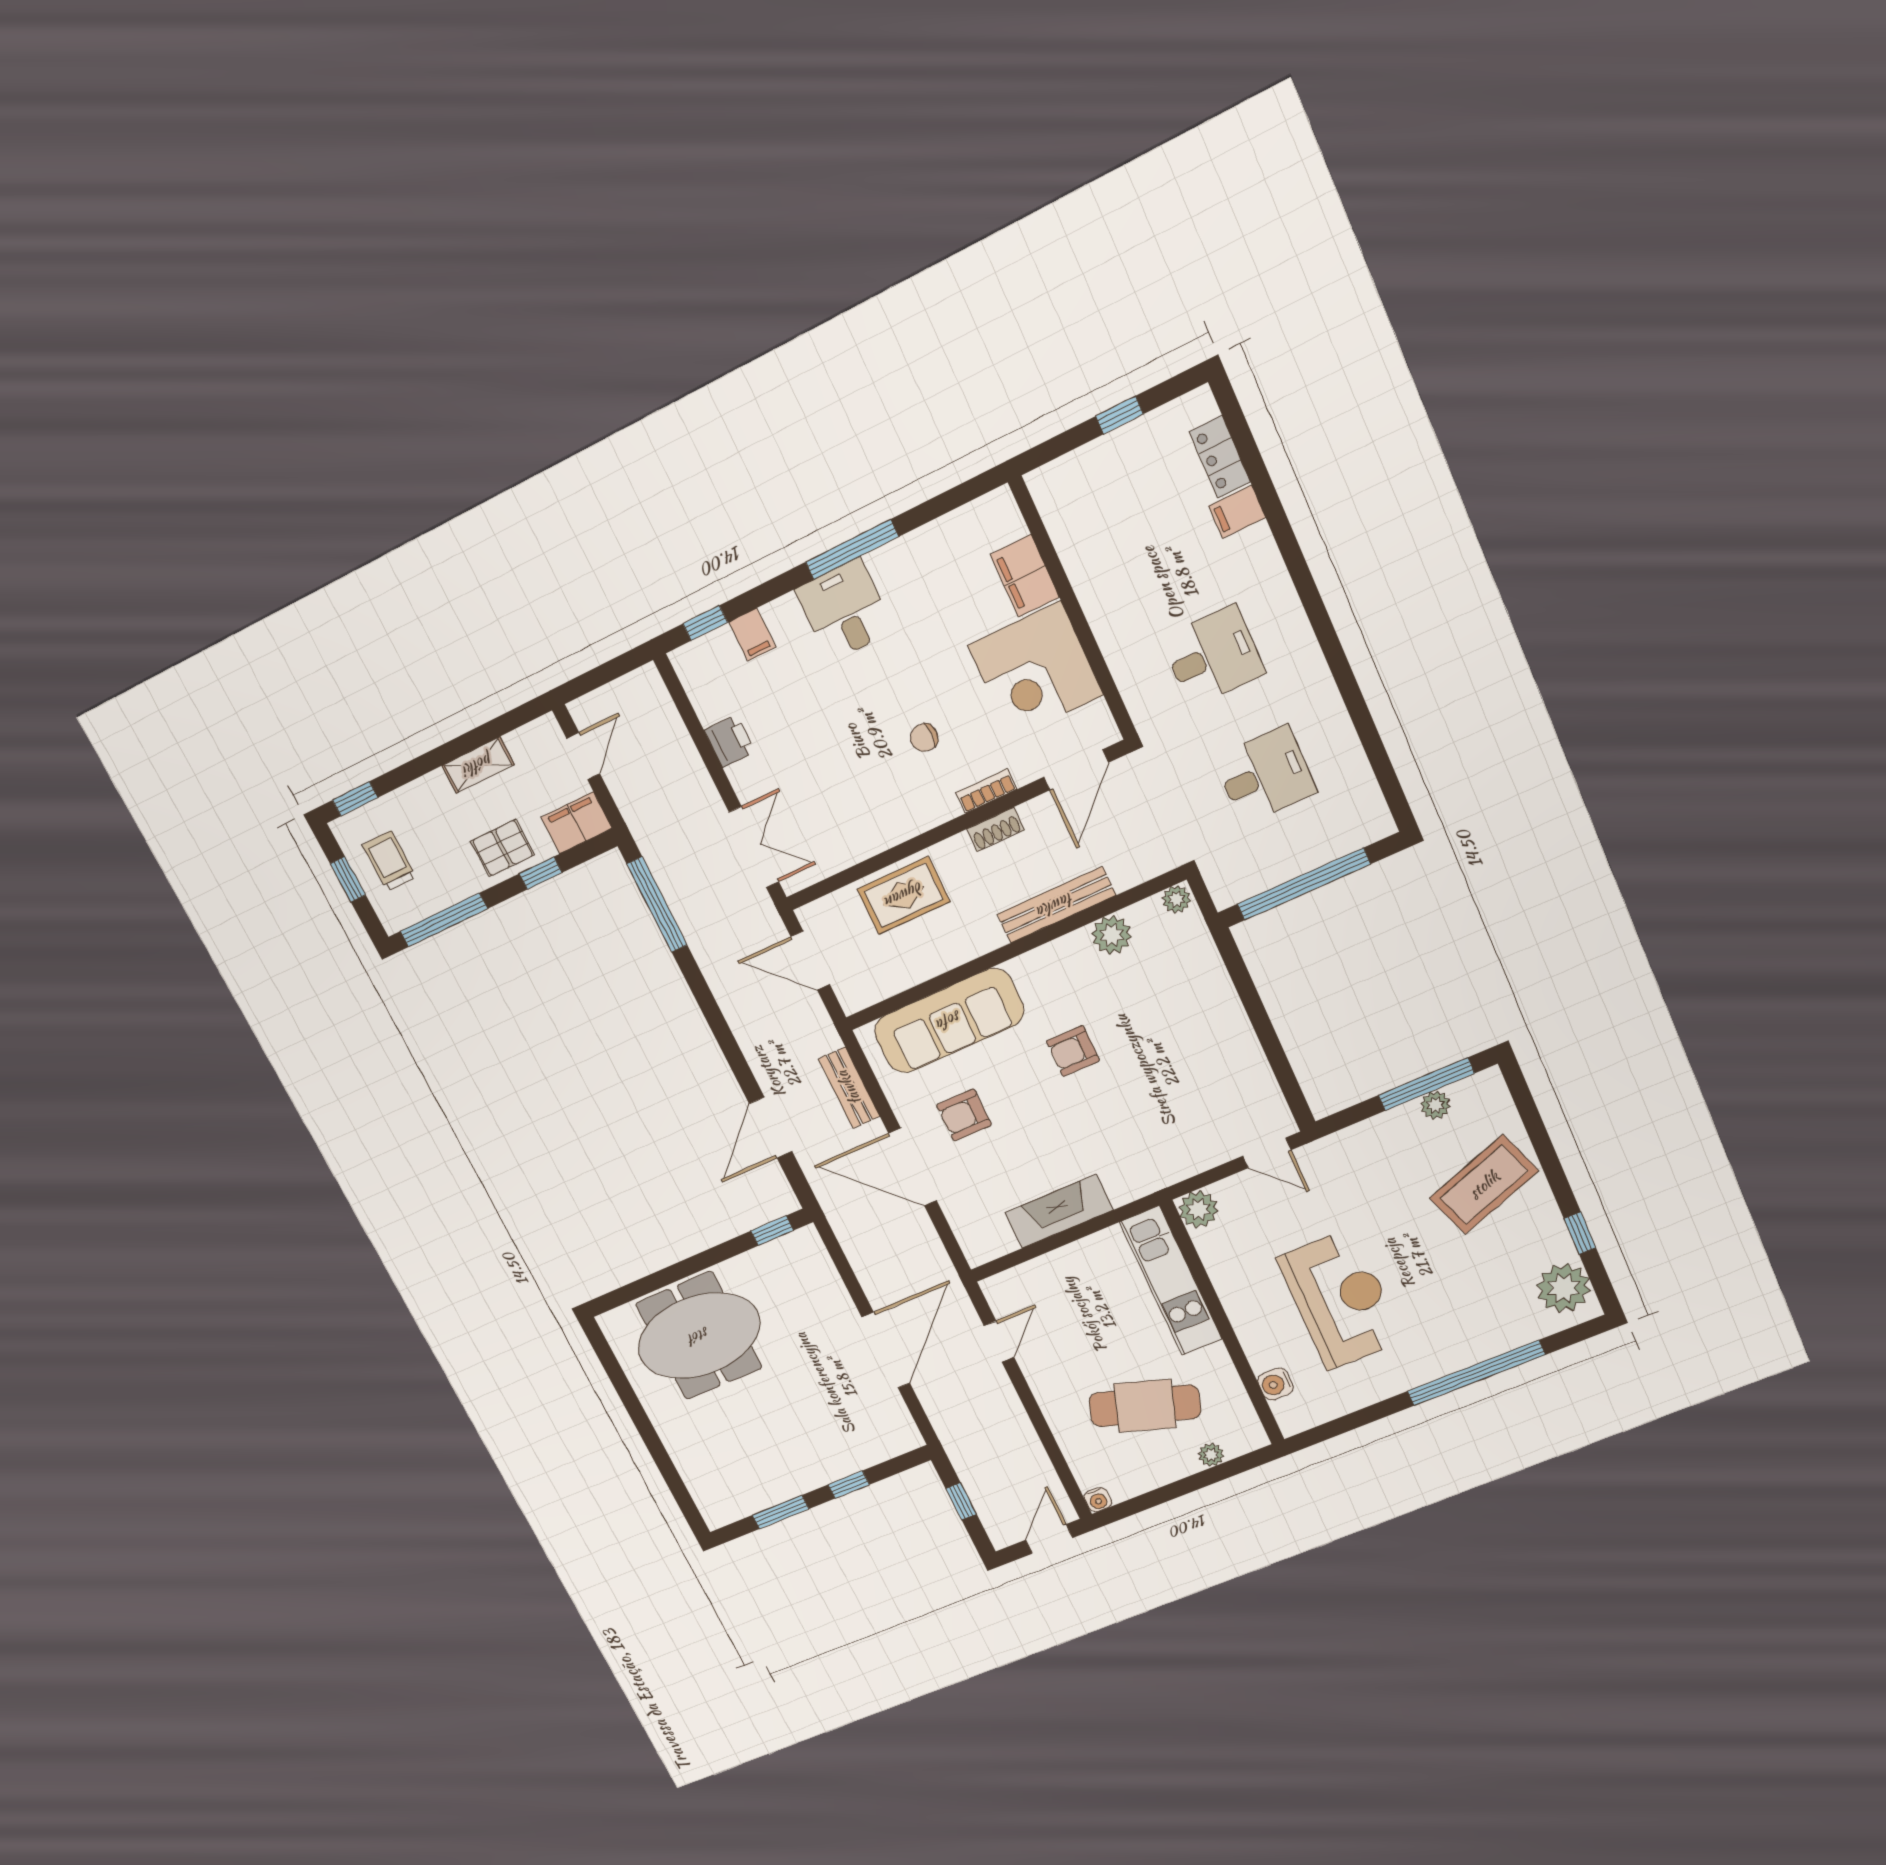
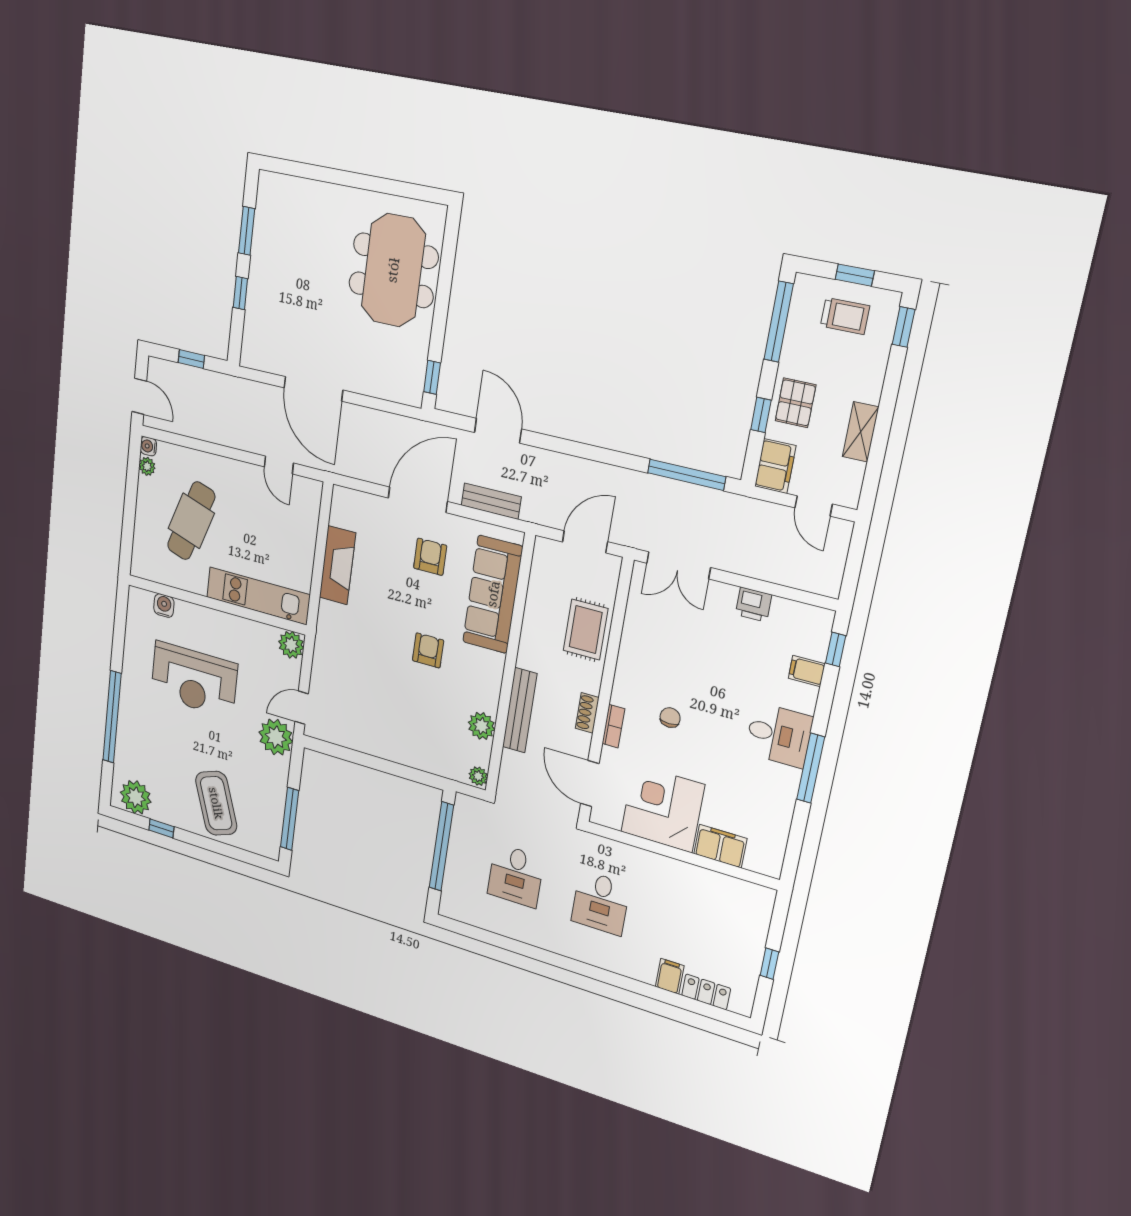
plant: (1435, 1105) -> (276, 737), moved, width x1.88, depth x1.88
plant: (1211, 1455) -> (147, 466), moved

